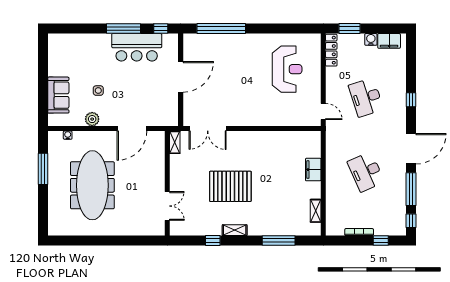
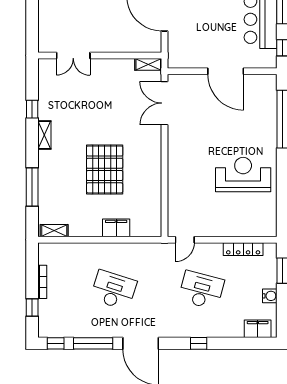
filing cabinet: (389, 41) -> (258, 329), moved, turned 90
locker: (331, 50) -> (243, 249), moved
reception desk: (287, 69) -> (243, 175), moved, turned 180
desk: (366, 97) -> (201, 290), turned 33
desk: (366, 172) -> (114, 290), turned 42
pallet: (230, 186) -> (105, 169), moved
shelving: (316, 211) -> (54, 231), moved

